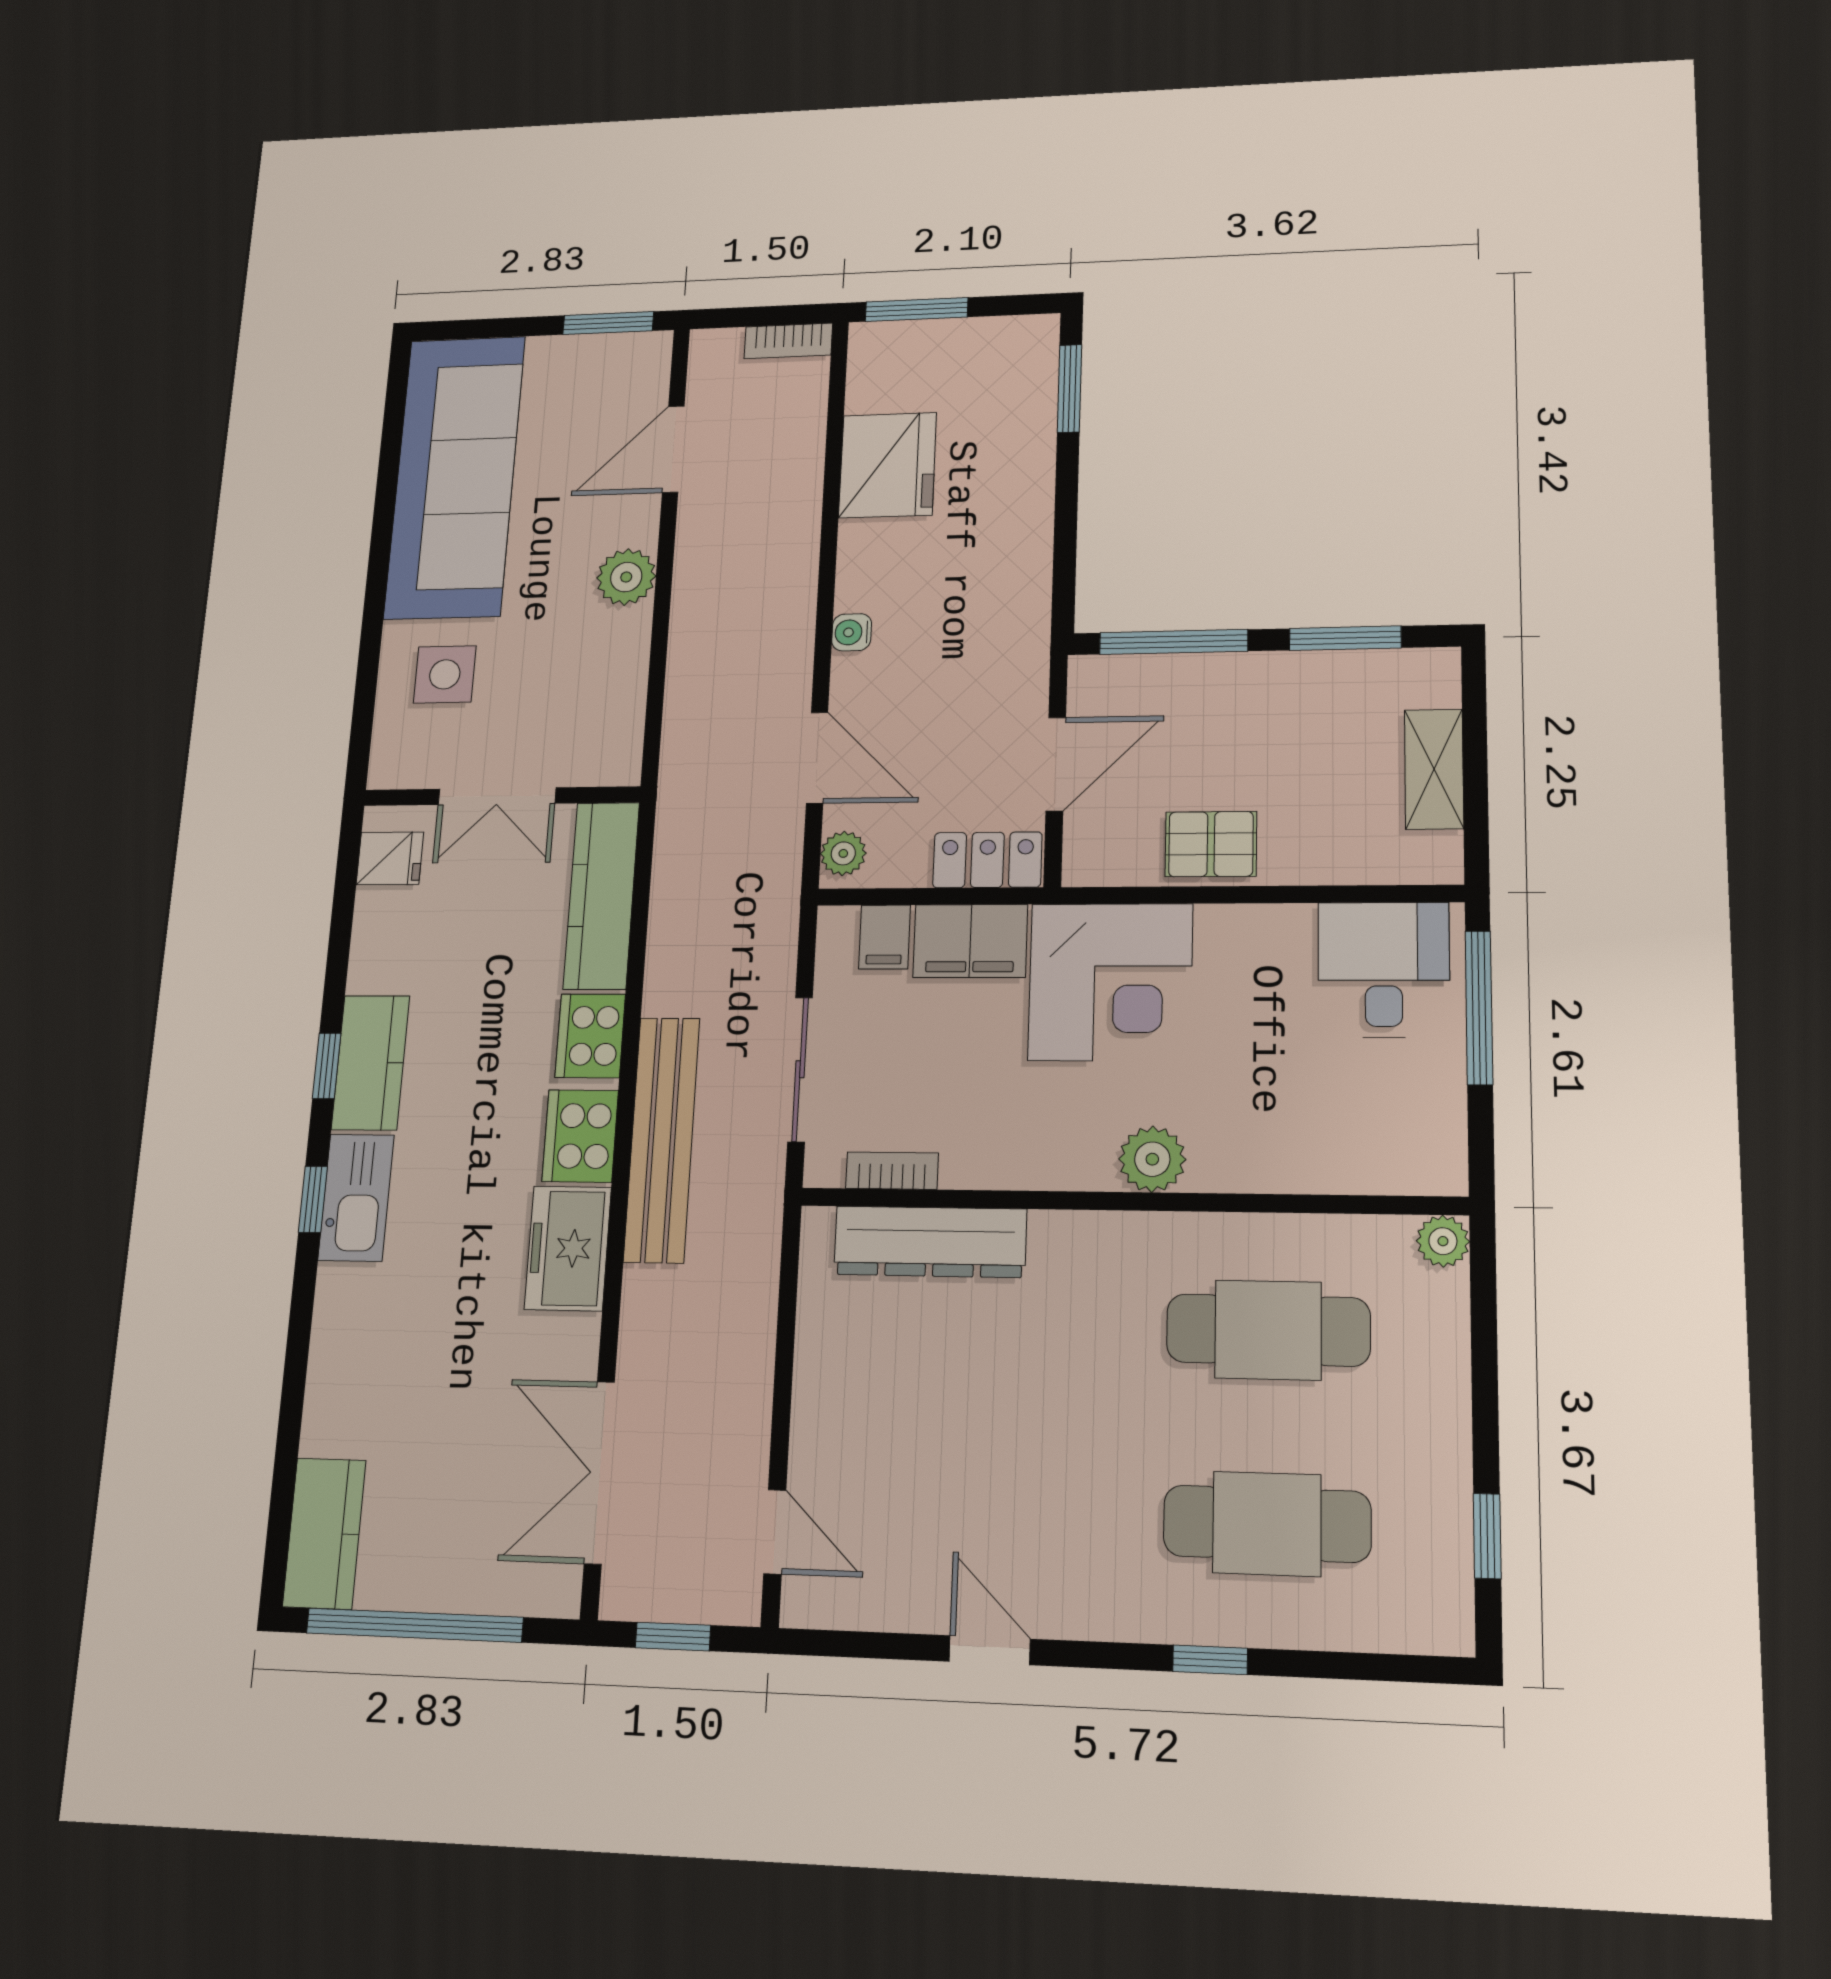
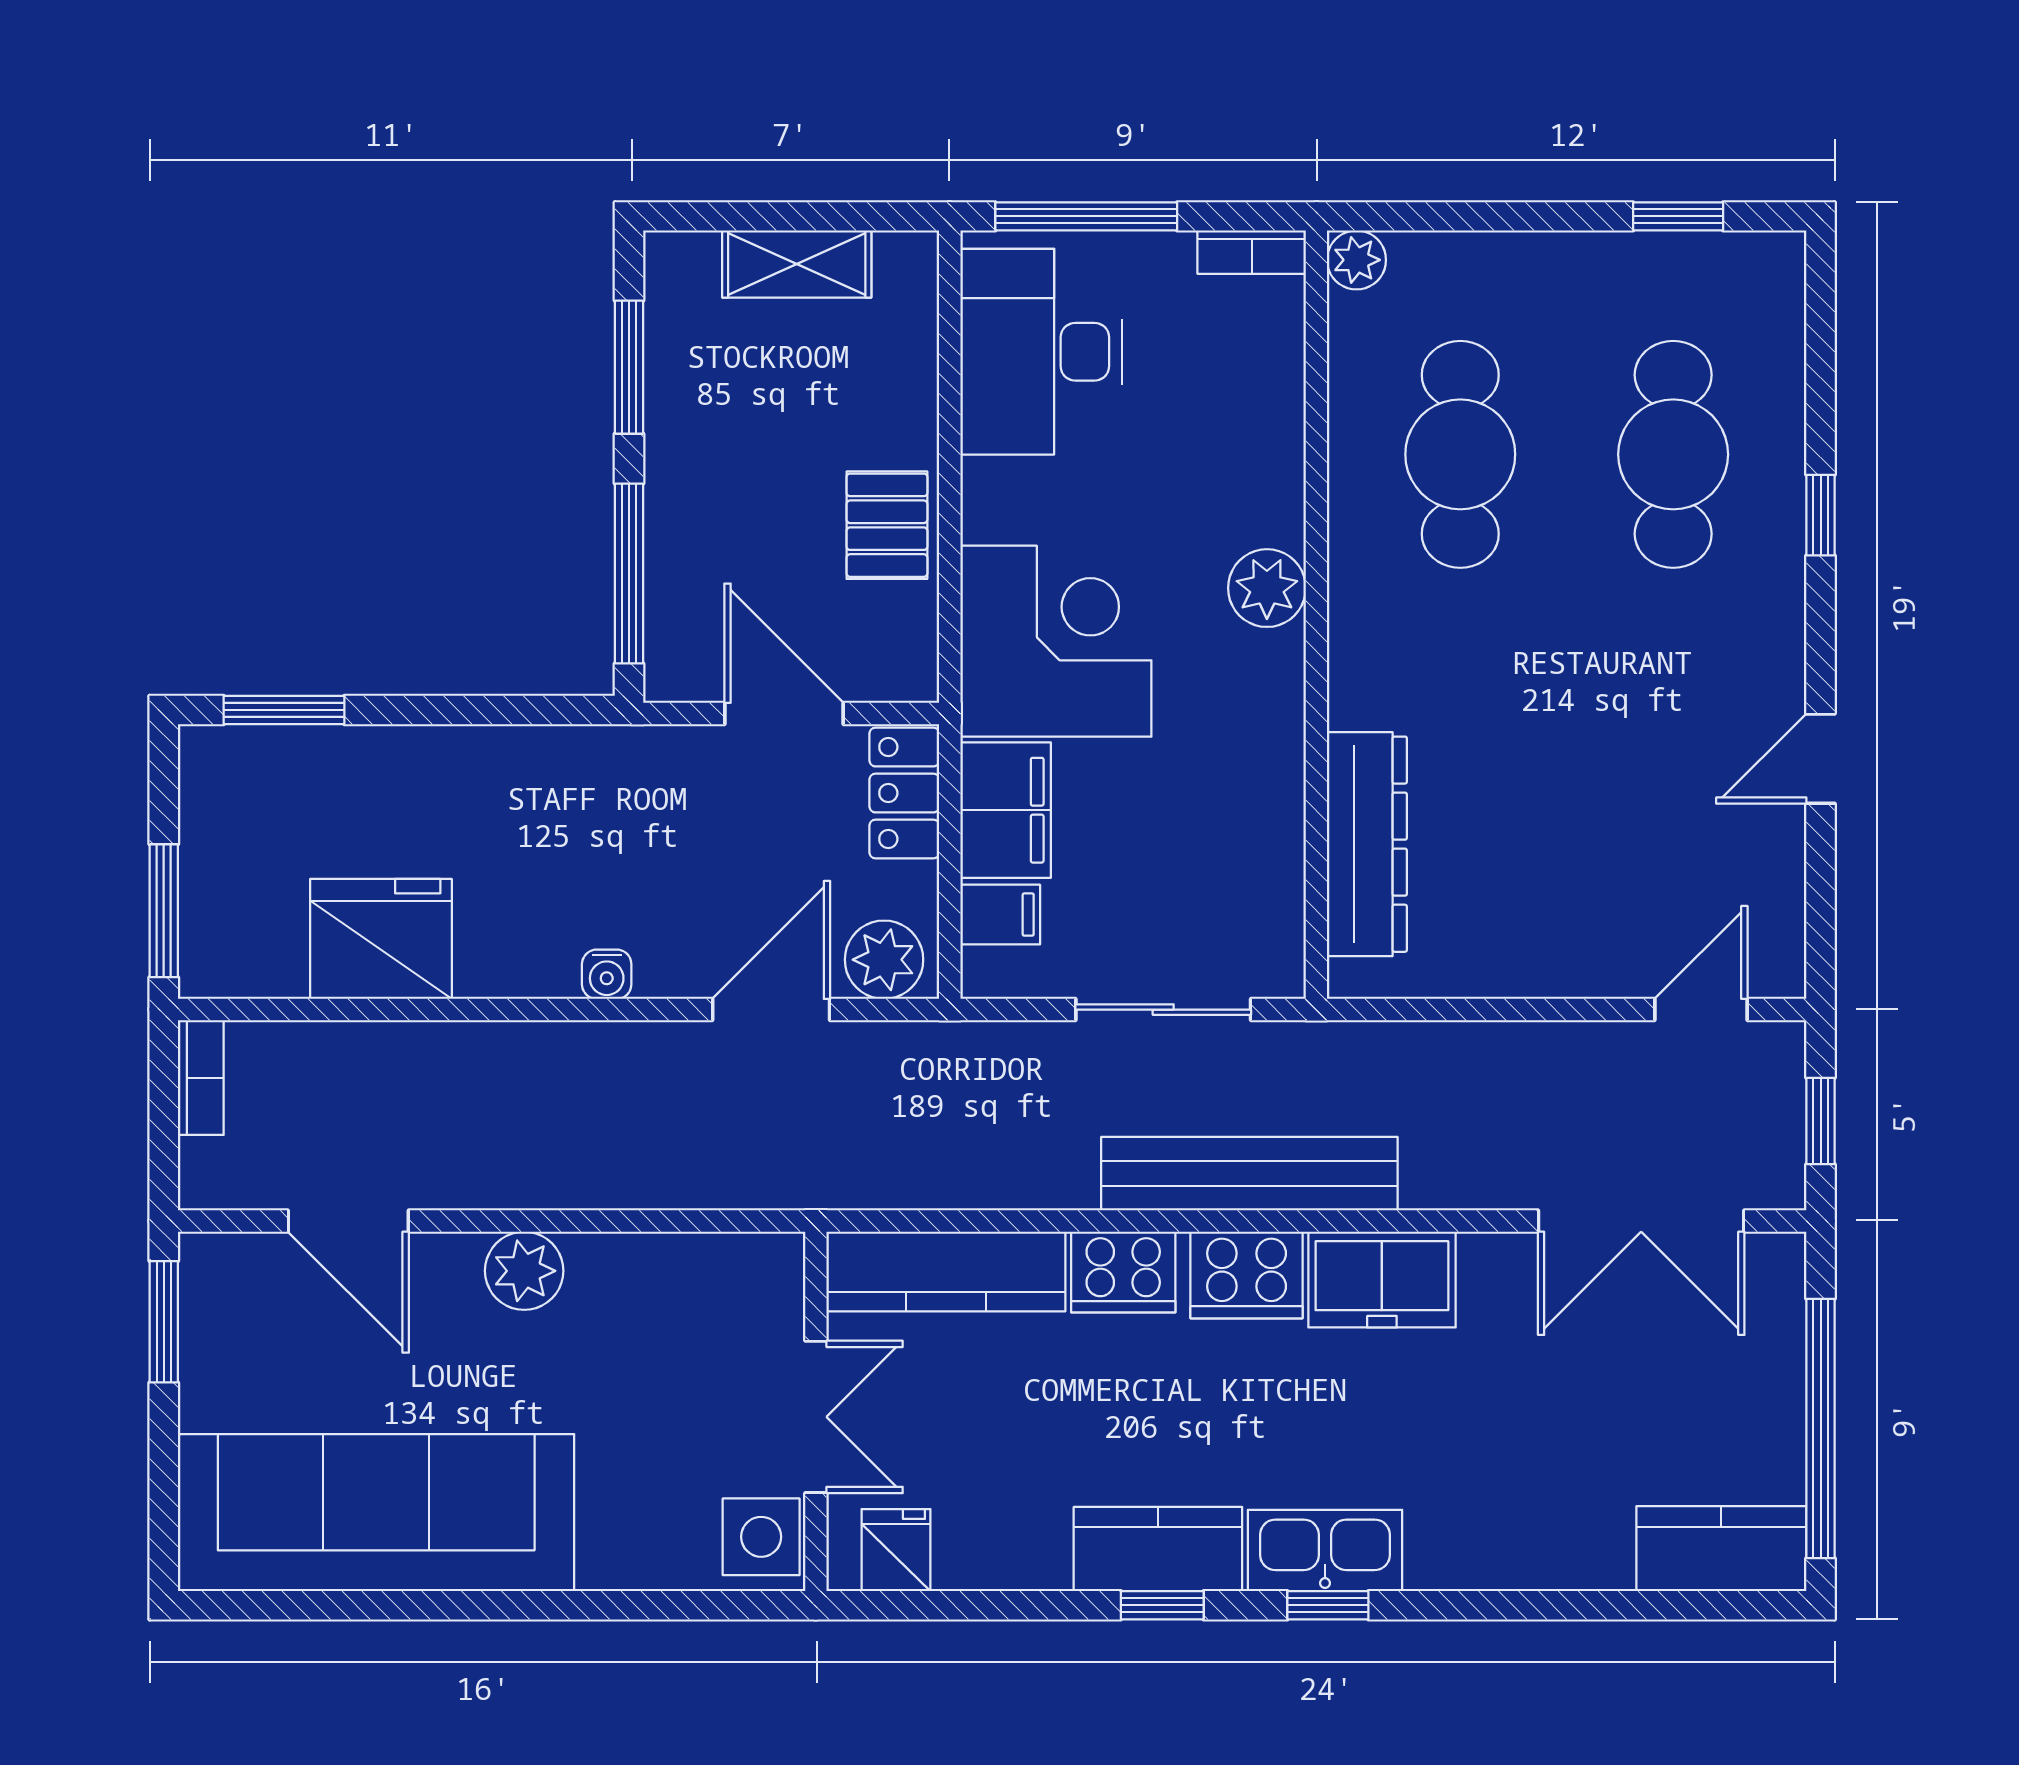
side table: (445, 674) -> (761, 1537), moved
plant: (843, 853) -> (884, 960), width x1.38, depth x1.38
desk: (1384, 970) -> (1041, 352), width x1.37
bookcase: (892, 1171) -> (1252, 252), moved, turned -90

